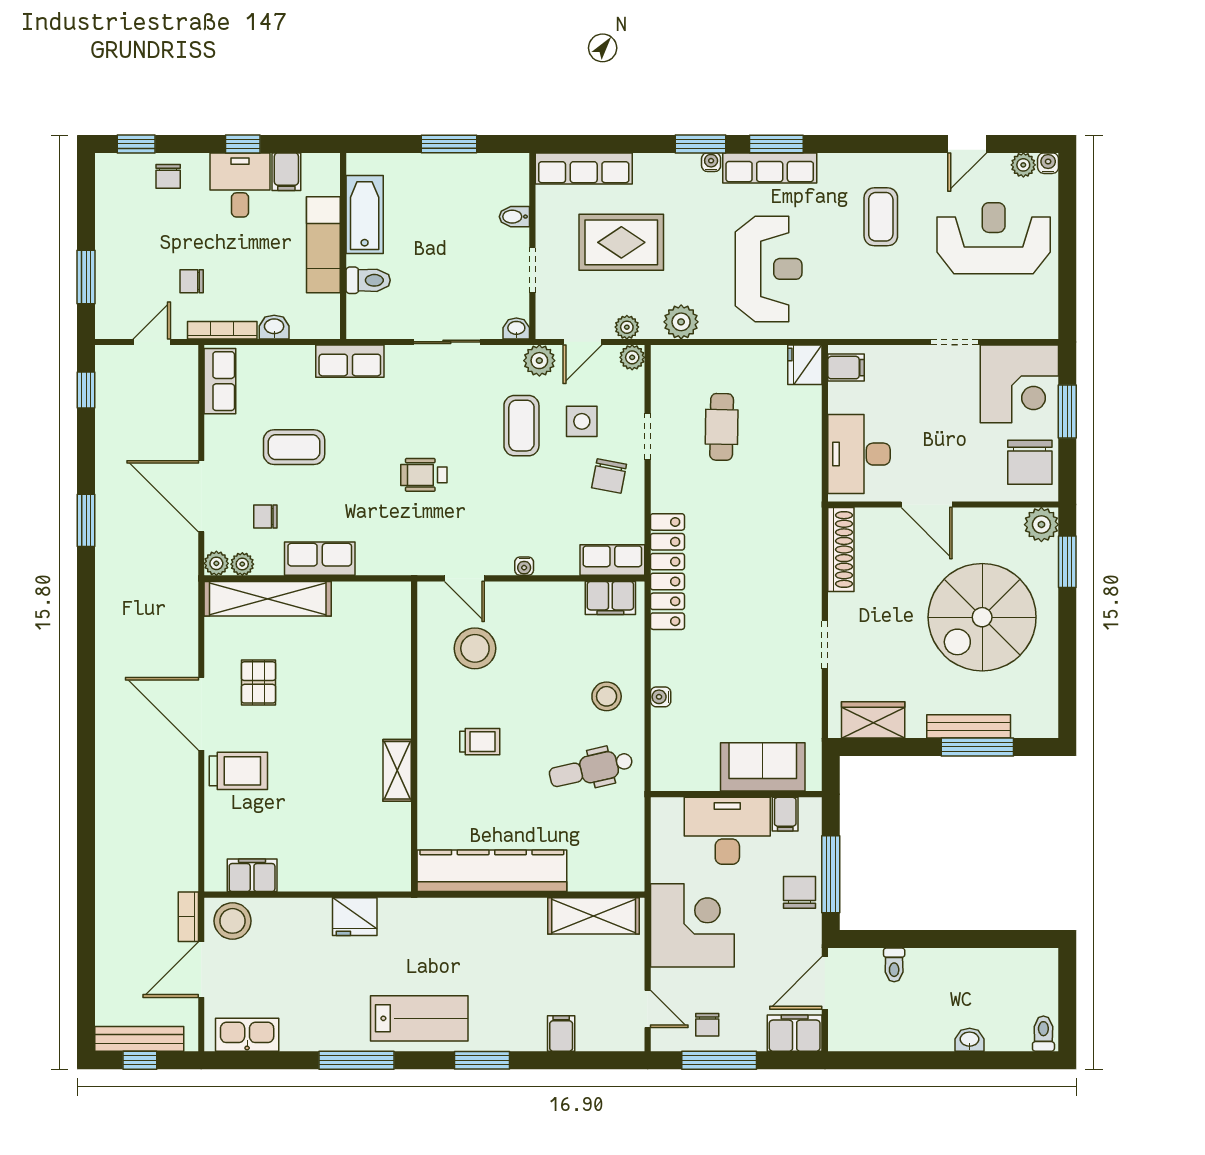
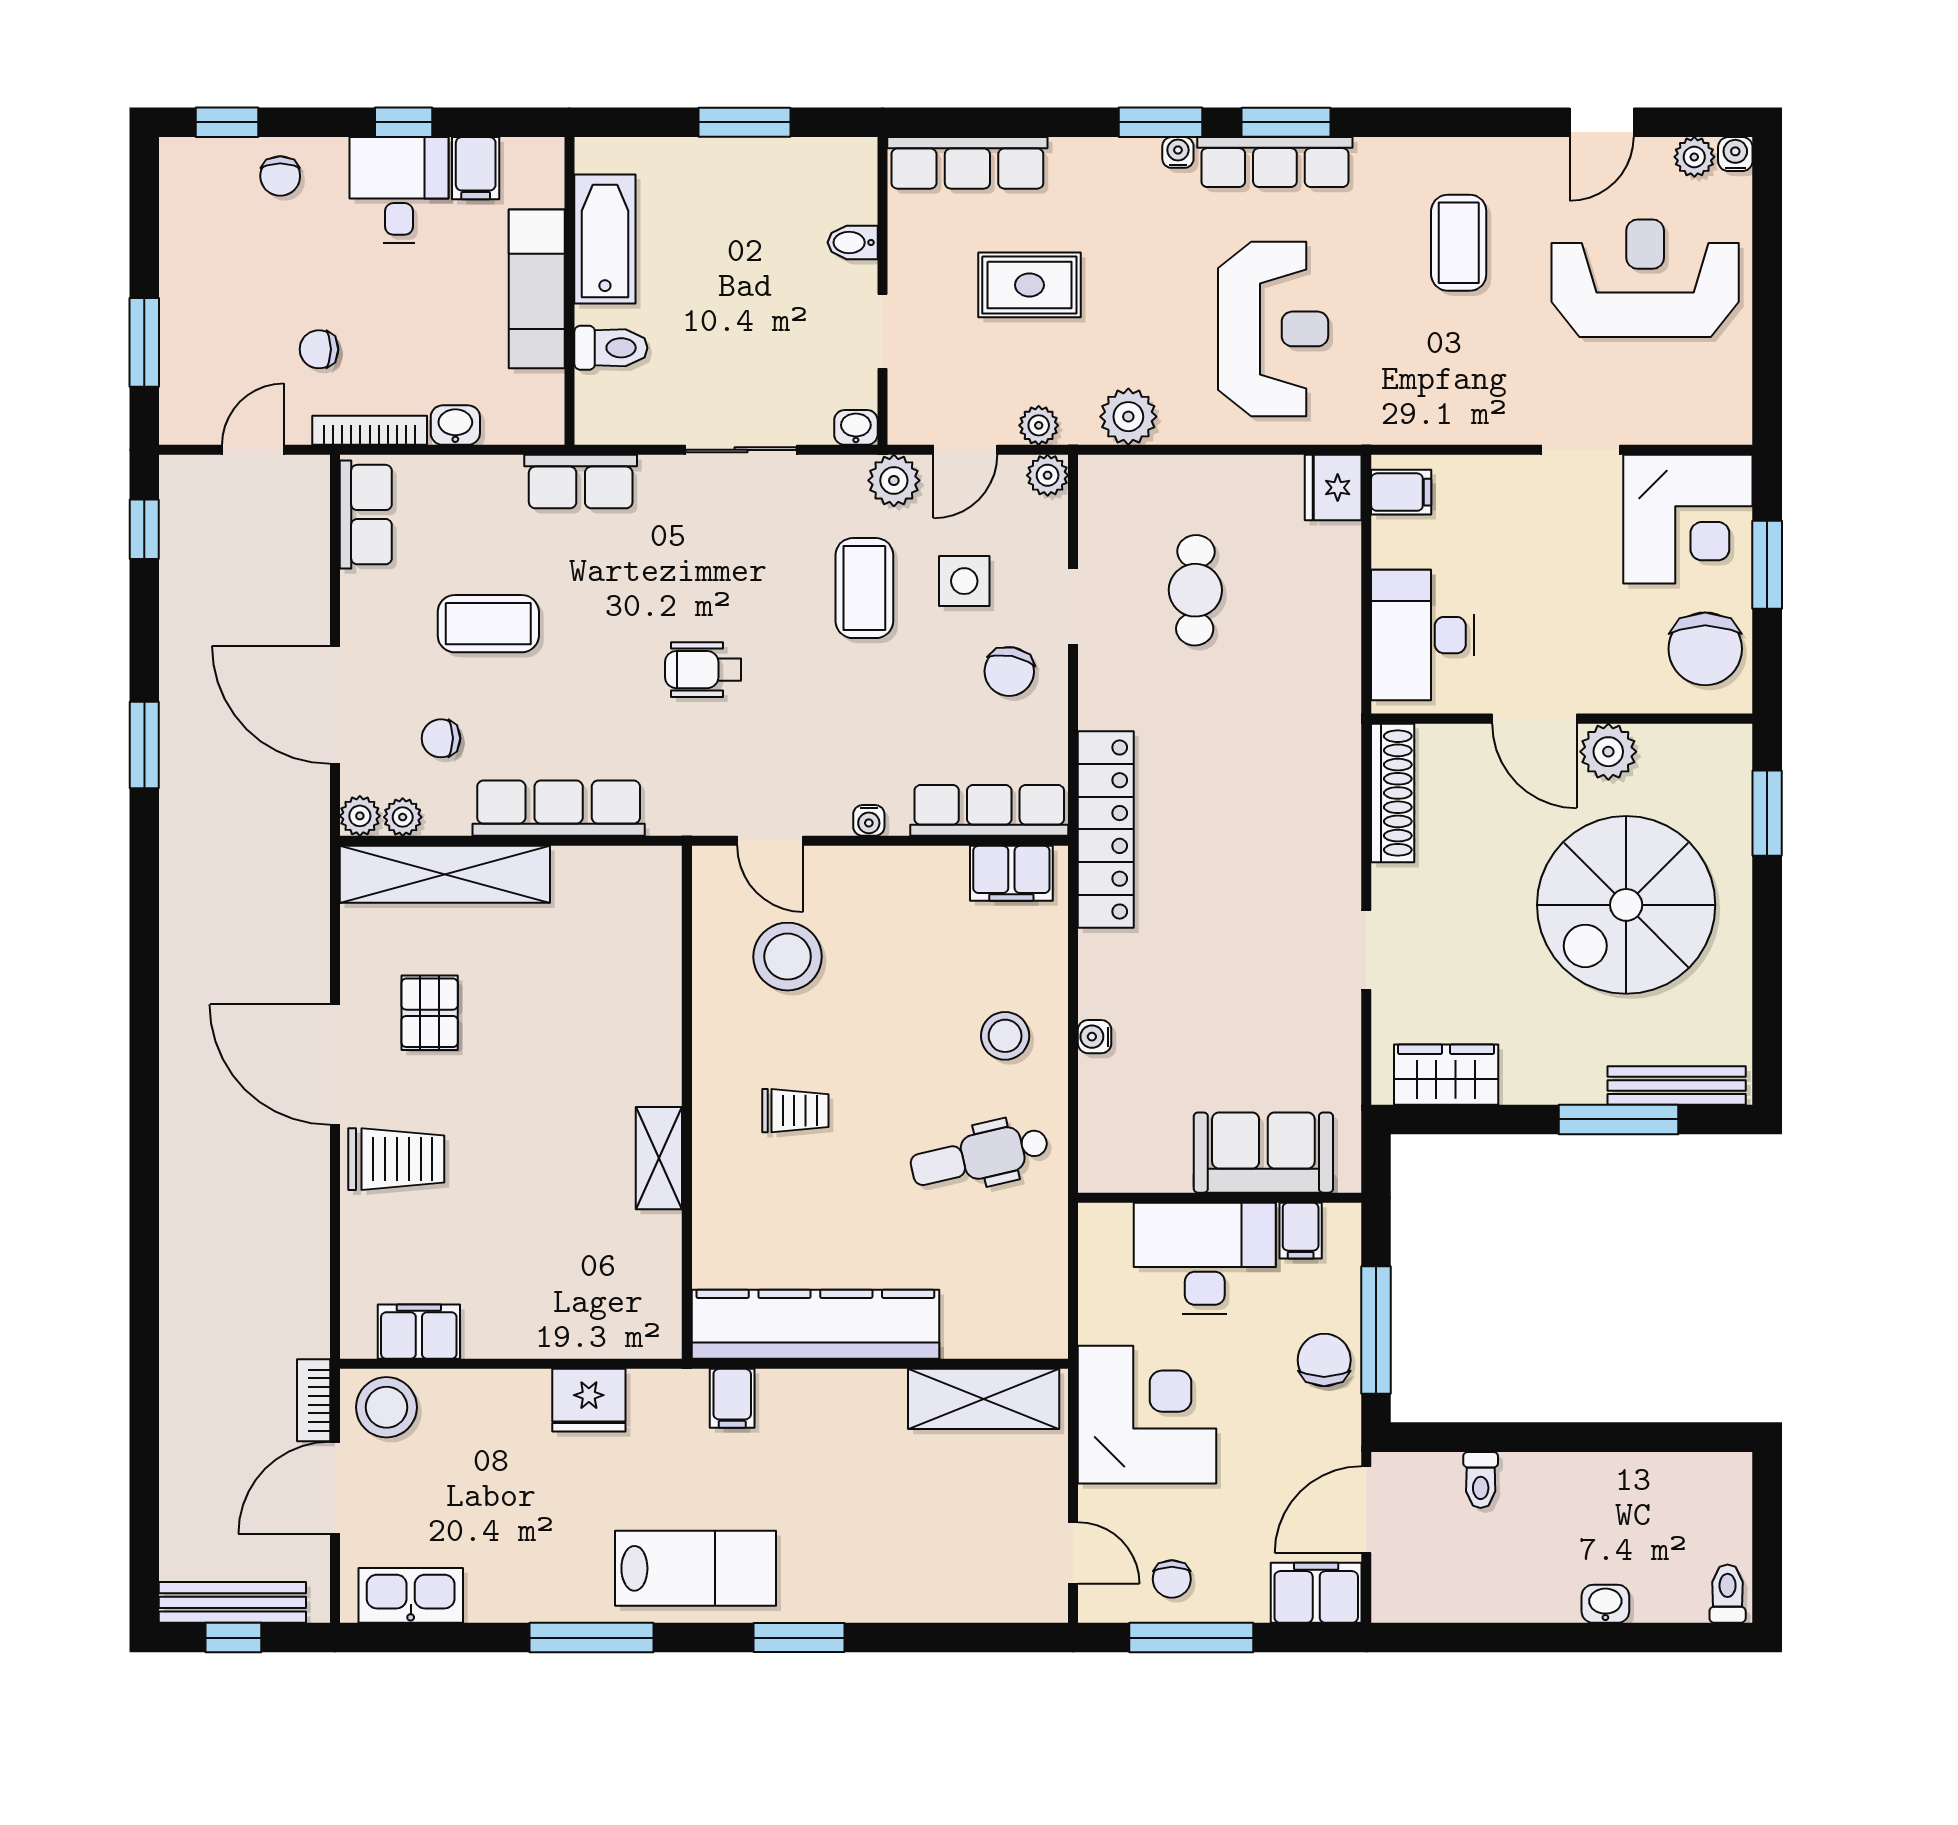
rug: (621, 242) -> (1029, 285), width x0.73, depth x0.70
plant: (1041, 525) -> (1608, 752), moved
row of seats: (320, 559) -> (559, 808), width x1.48
row of seats: (612, 560) -> (989, 810), width x1.48
bench: (969, 726) -> (1677, 1085), moved
filing cabinet: (561, 1033) -> (732, 1398), moved, turned 180

